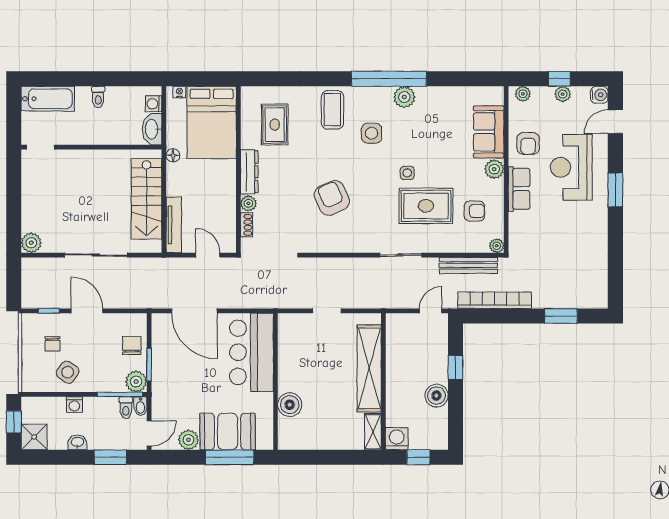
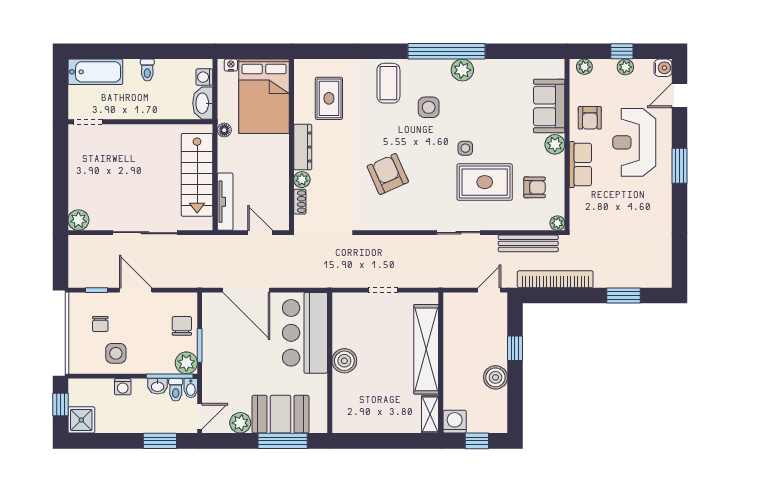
side table: (68, 372) -> (116, 353), turned -34
boiler: (290, 405) -> (344, 361), moved
washbasin: (77, 442) -> (158, 386), moved, turned 180

